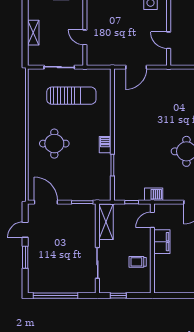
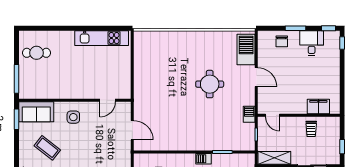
filing cabinet: (162, 242) -> (318, 107), moved

